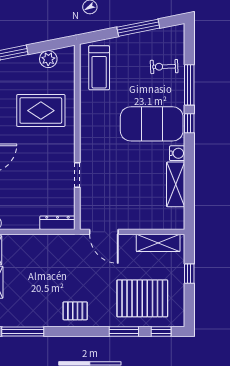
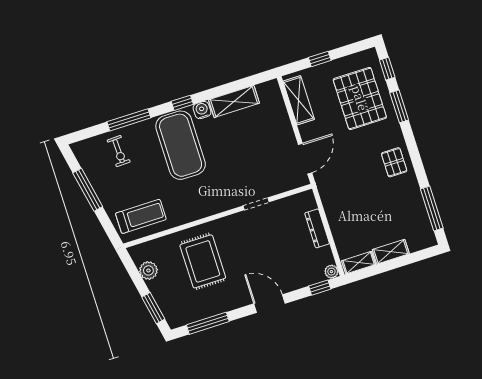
window: (189, 123) -> (182, 103), moved
dresser: (57, 223) -> (317, 228), moved

